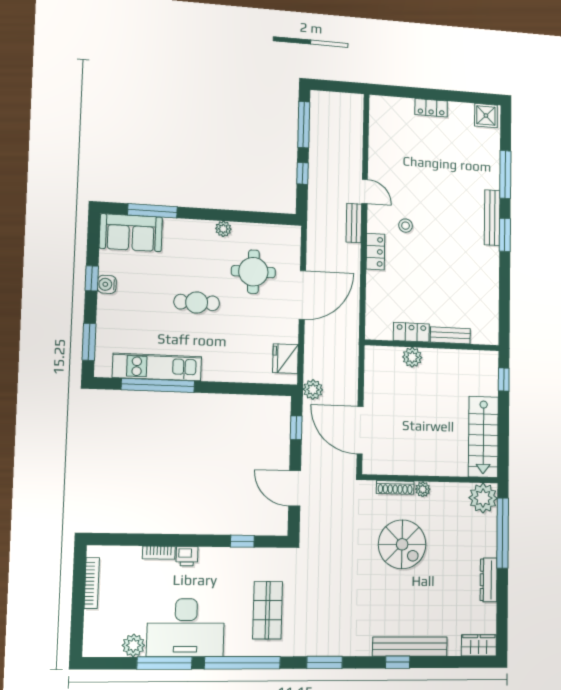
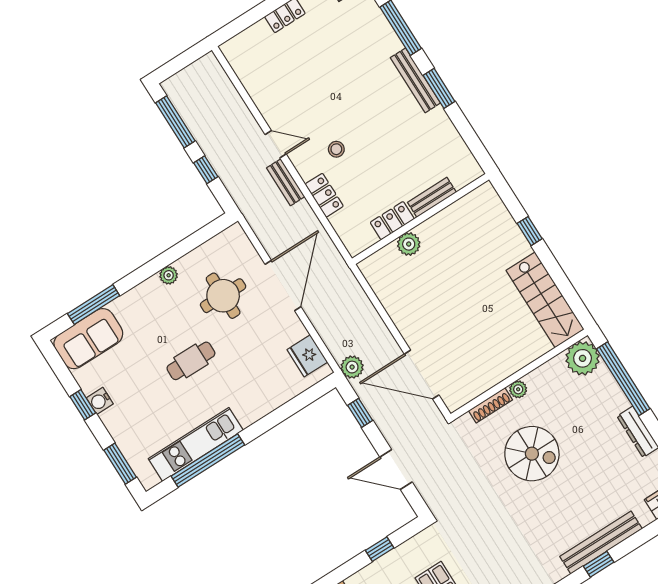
locker: (411, 332) -> (392, 221), moved
bench: (450, 335) -> (432, 197), moved
wall: (432, 345) -> (421, 219), moved
plant: (412, 357) -> (409, 244), moved

